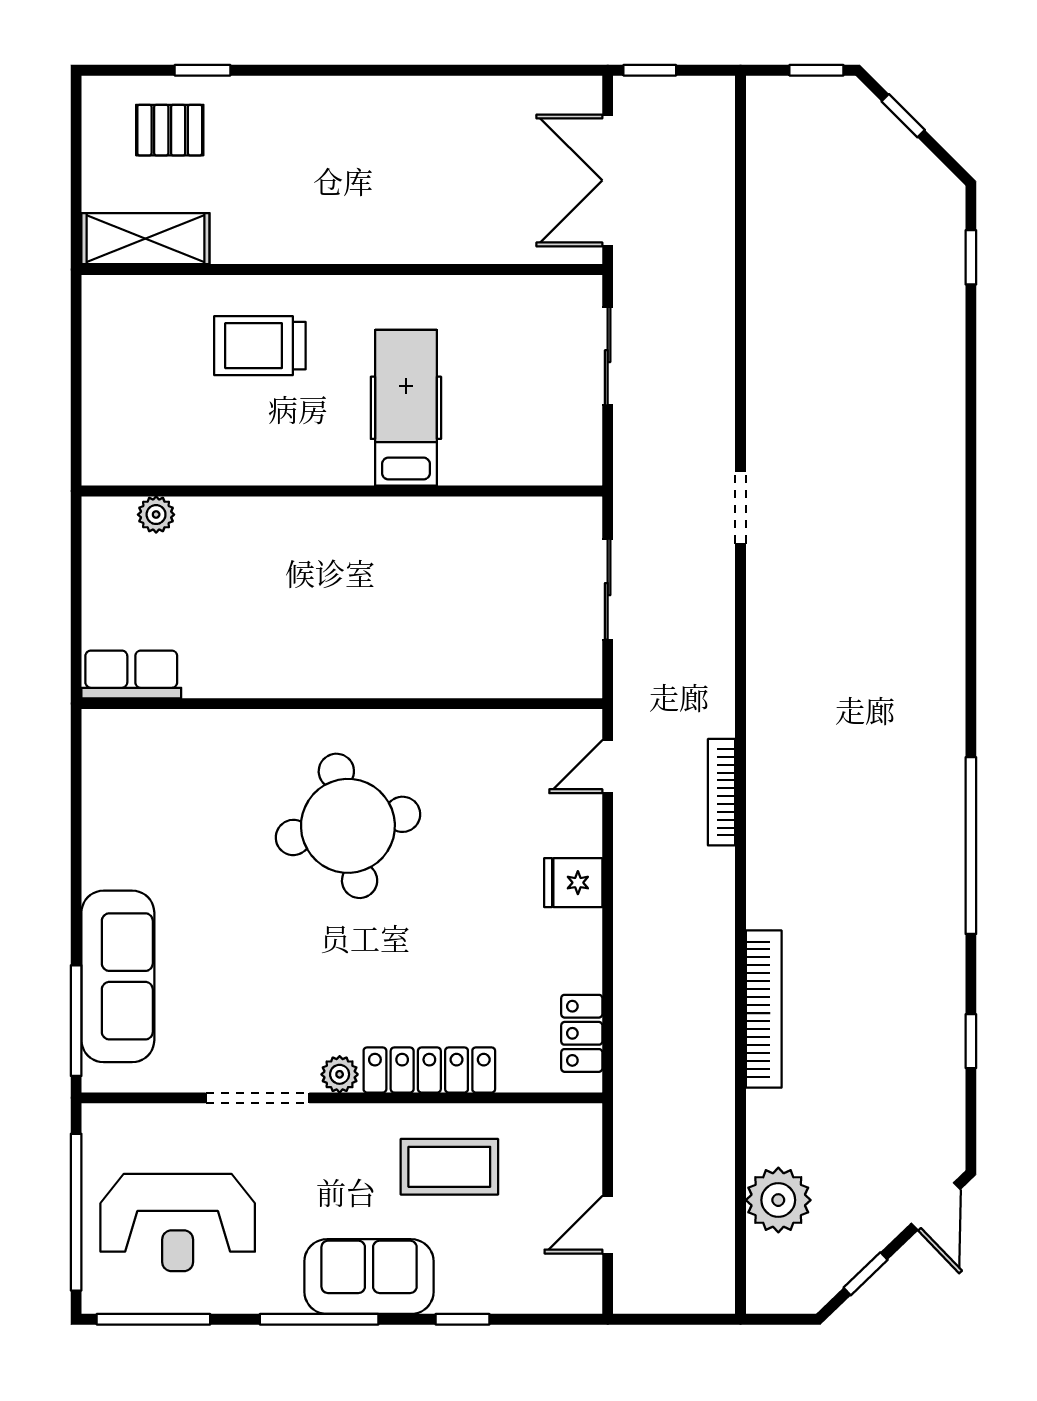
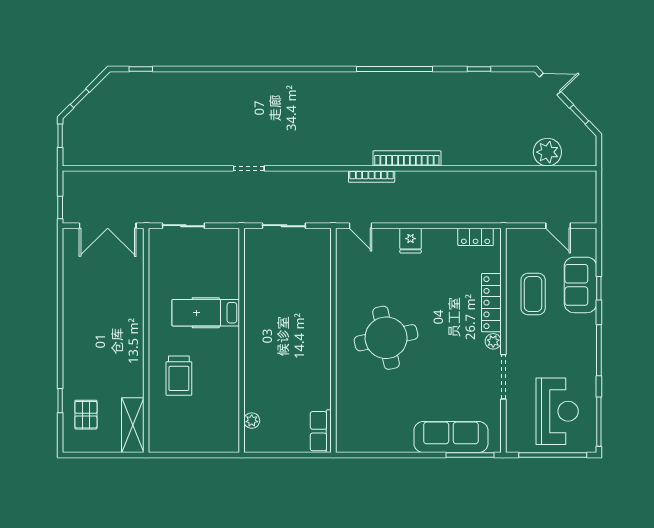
bookcase: (764, 1009) -> (407, 158), moved
sofa: (369, 1277) -> (580, 285), moved

